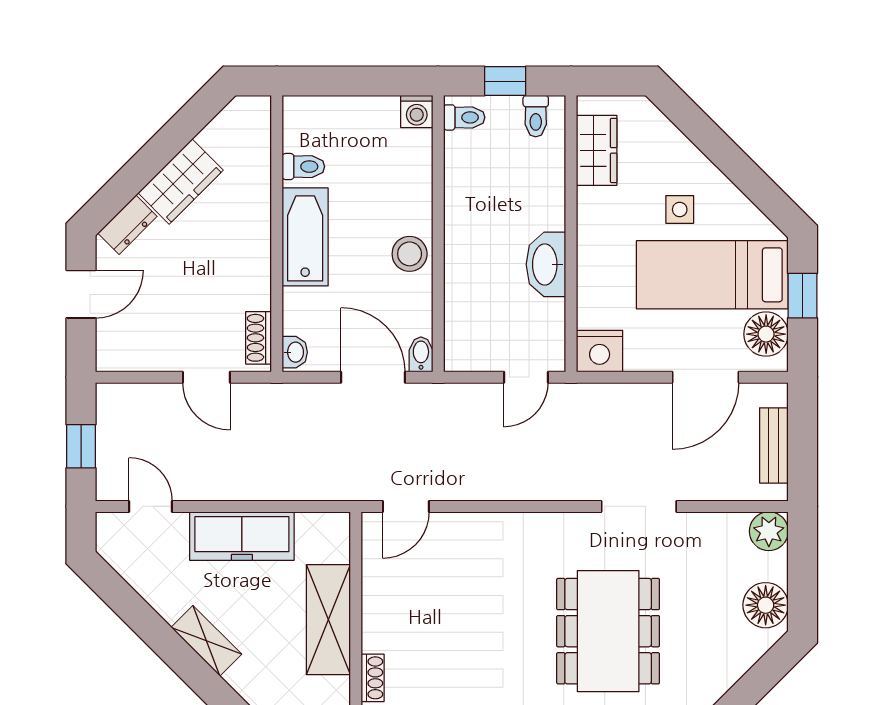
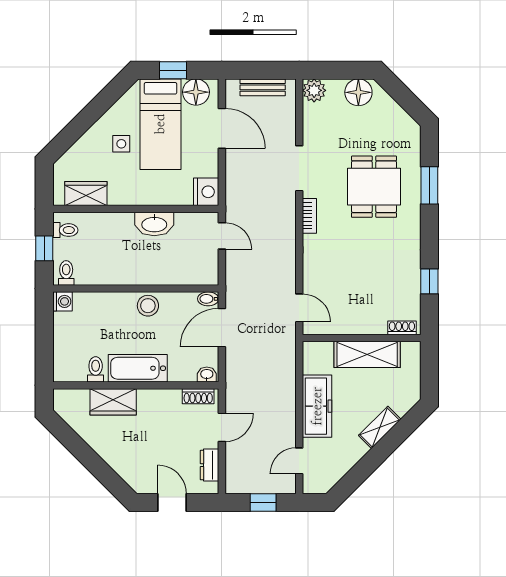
wardrobe: (181, 182) -> (113, 402), moved, turned 135
dresser: (127, 225) -> (209, 465), moved, turned -135
bookcase: (560, 523) -> (309, 216), added
dining table: (608, 631) -> (374, 187), width x0.73

